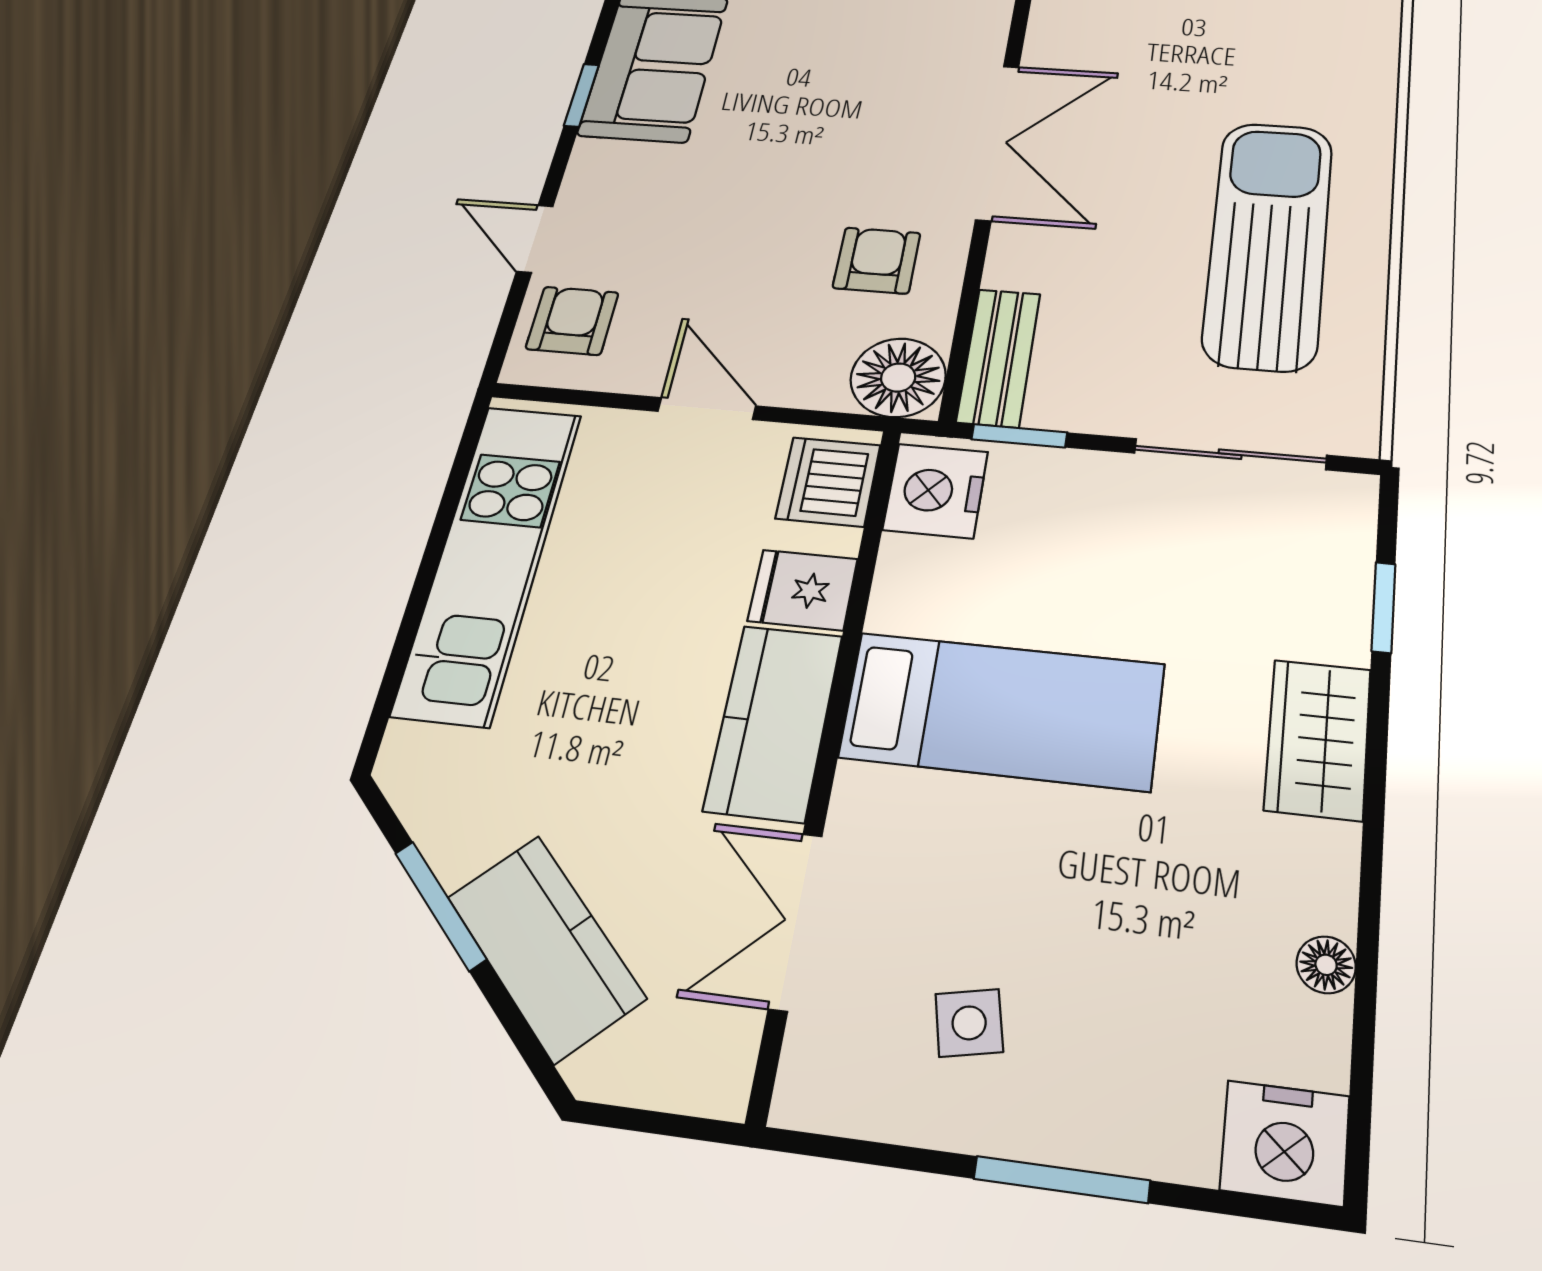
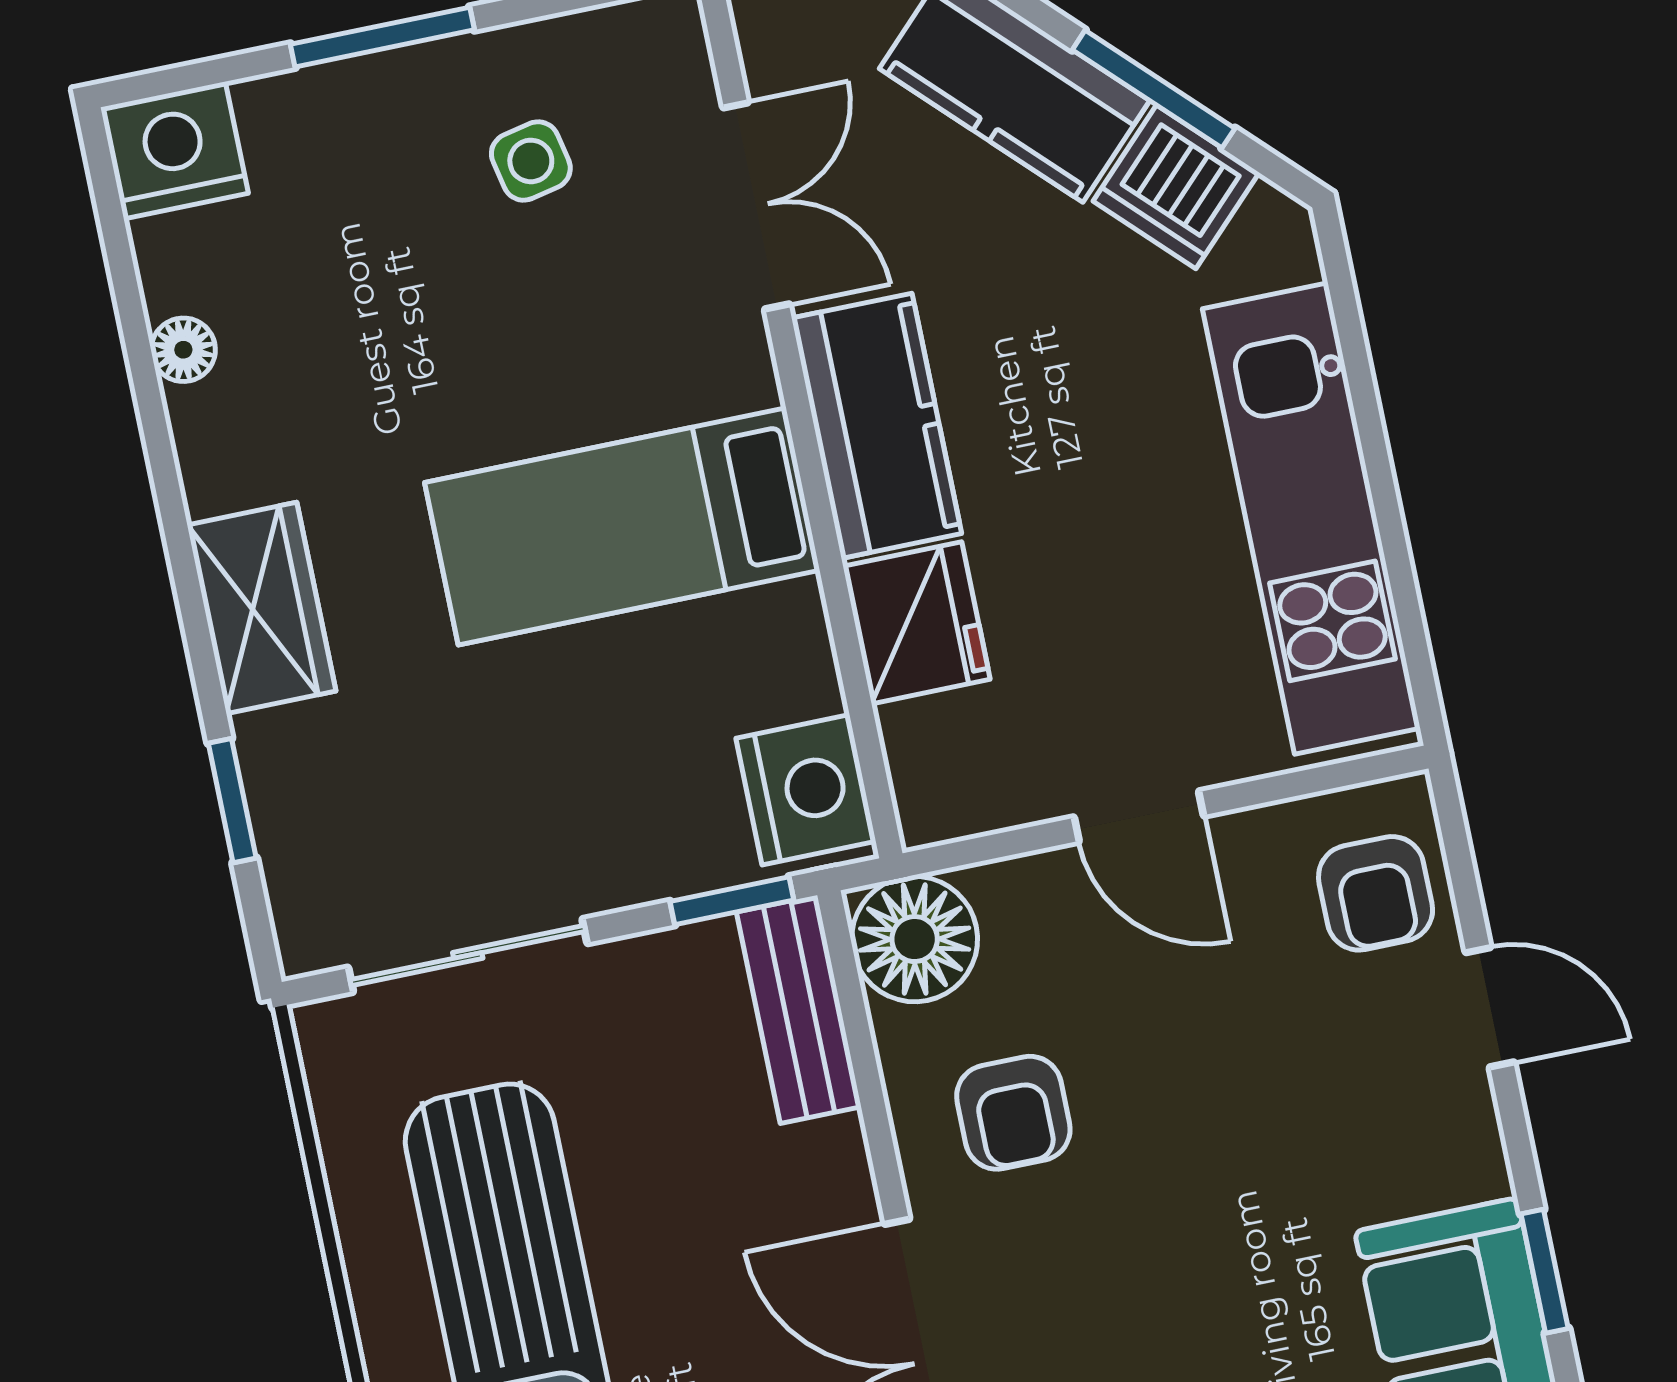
dishwasher: (828, 482) -> (1176, 187), moved, turned 135
fridge: (803, 590) -> (917, 623), width x1.38

